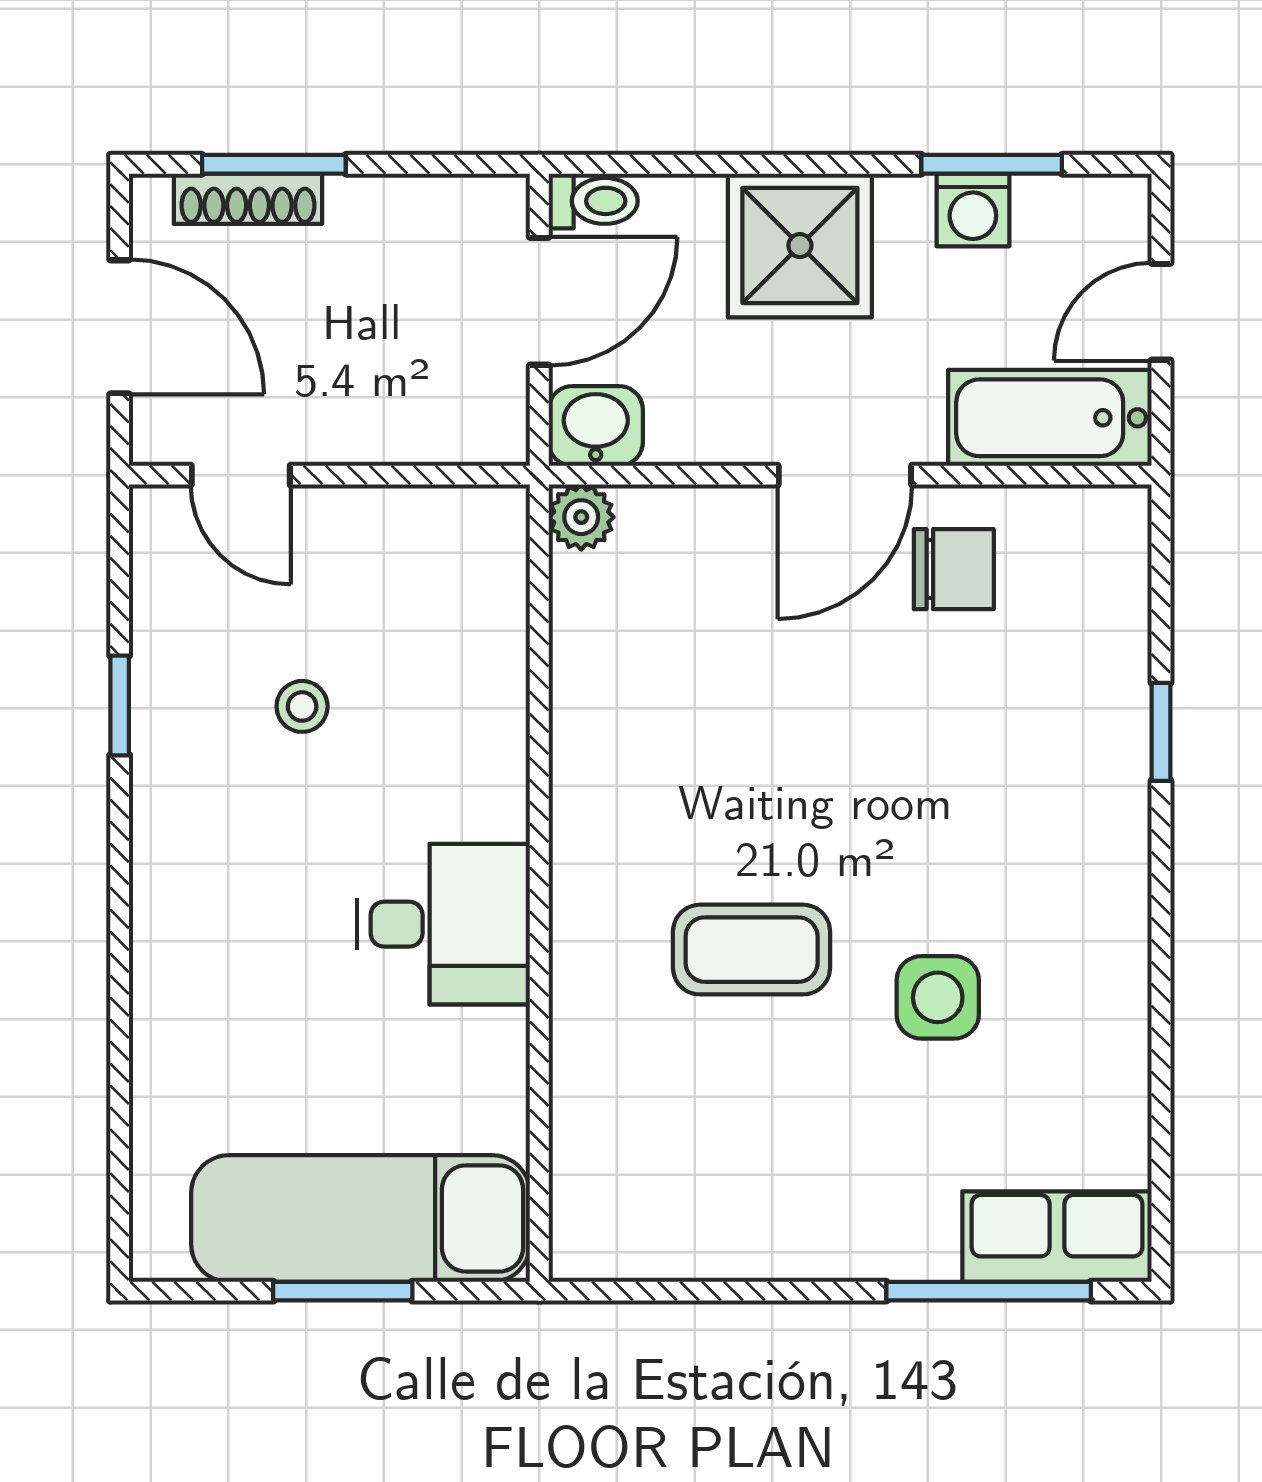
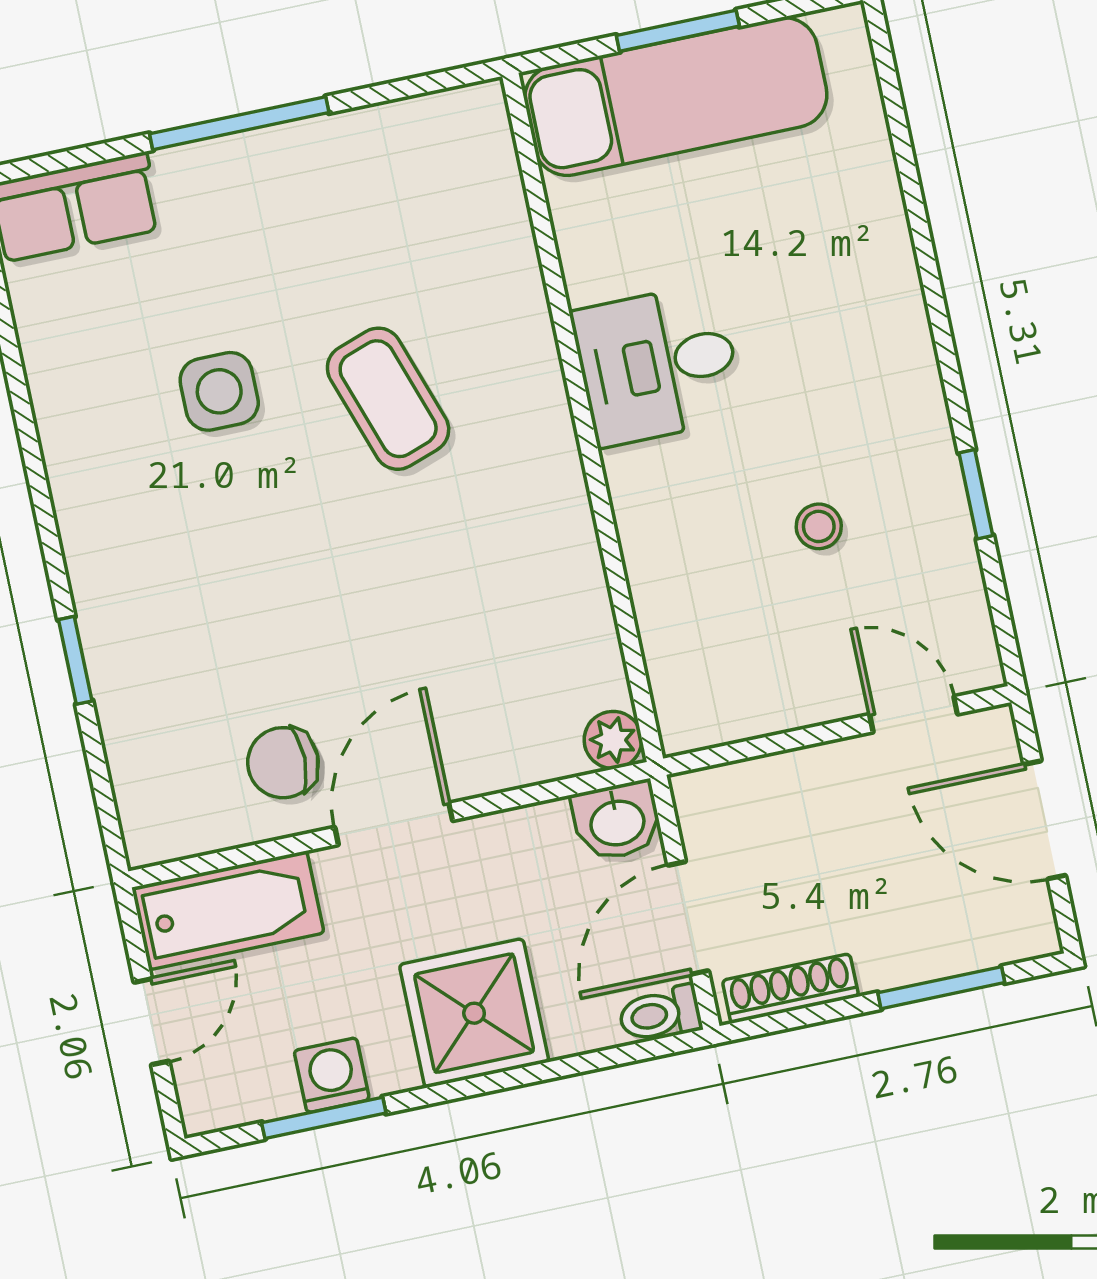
shoe rack: (248, 199) -> (790, 988), moved
coffee table: (752, 950) -> (388, 399), turned 71
window: (989, 1291) -> (239, 123), moved

